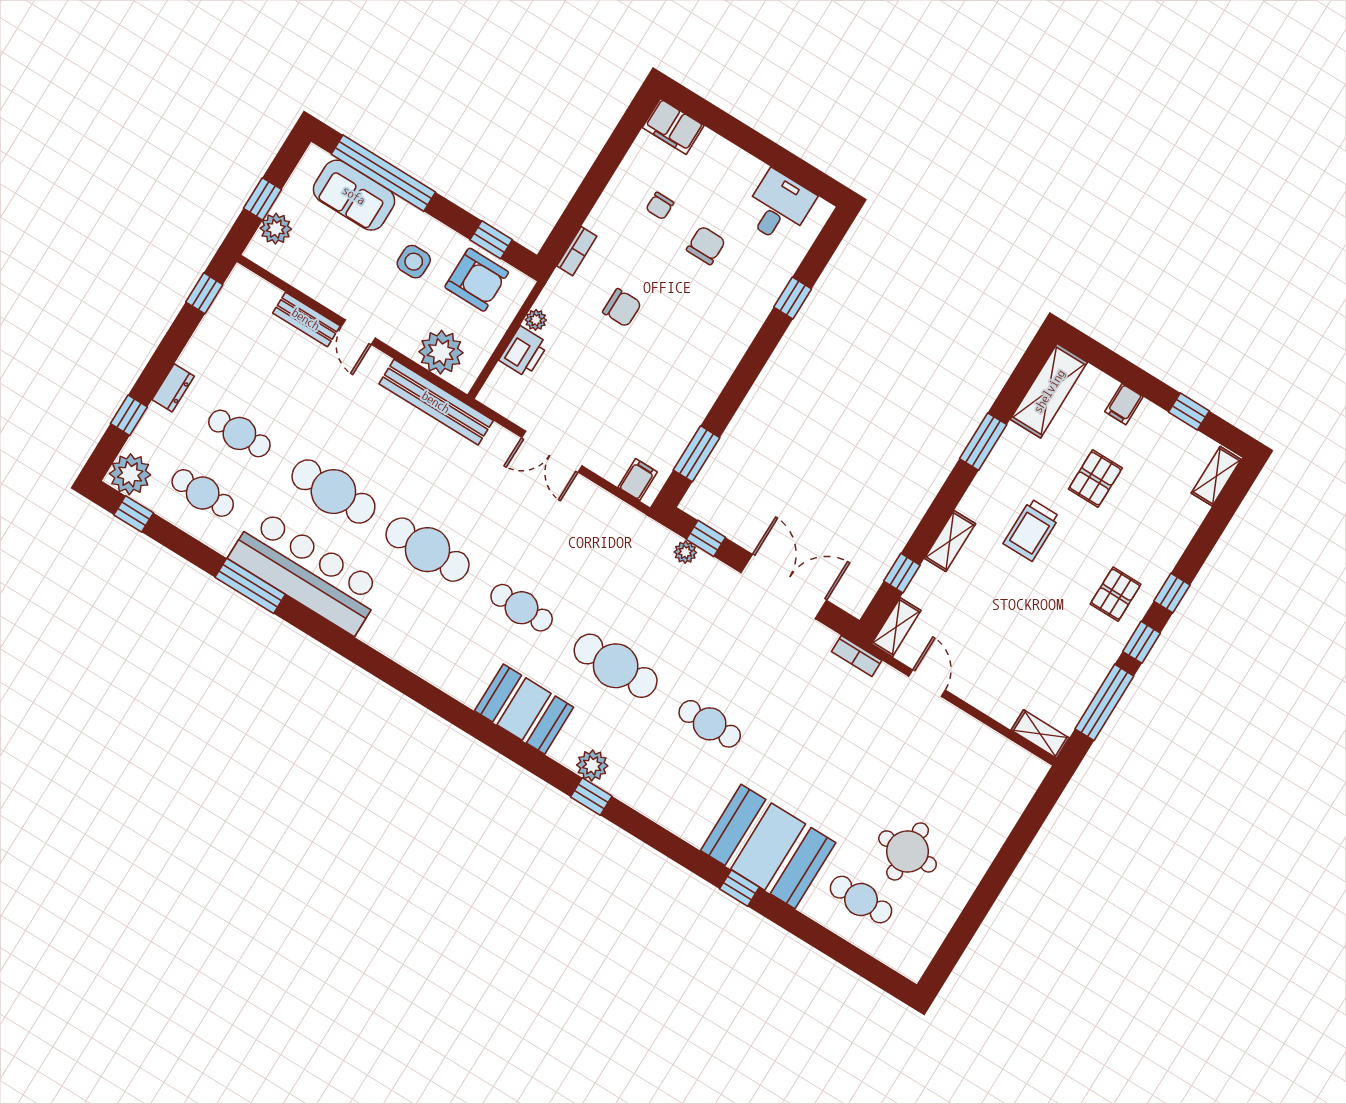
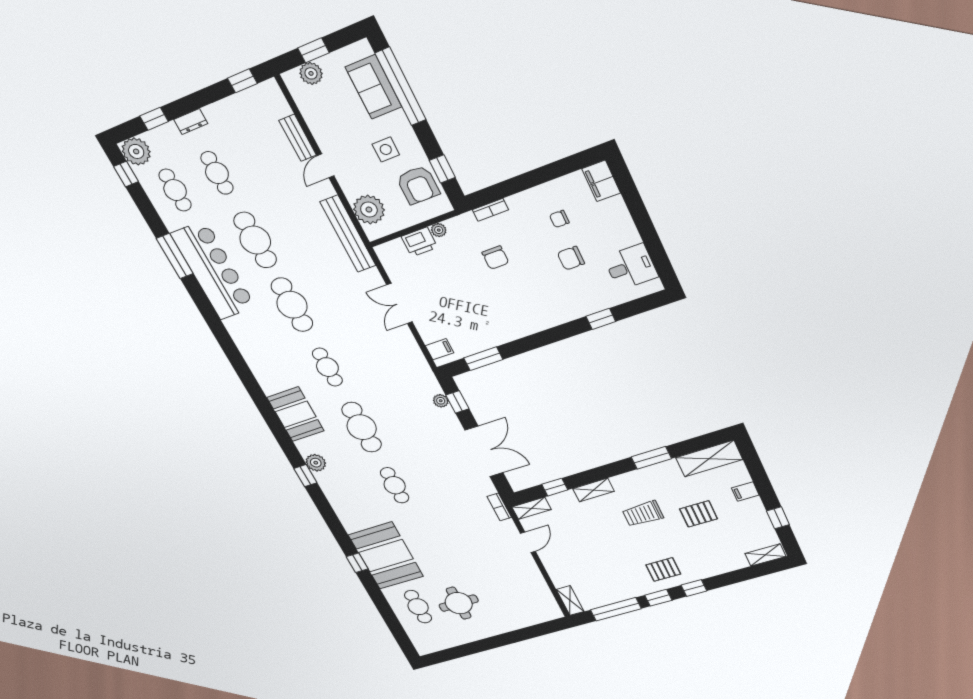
chair: (706, 245) -> (571, 258), turned 180

